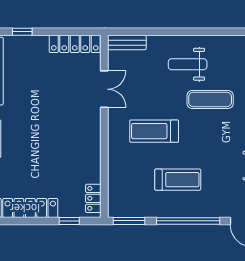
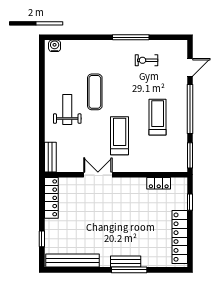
weight bench: (188, 64) -> (67, 110), turned 180
double door: (104, 89) -> (98, 175), moved
treadmill: (154, 131) -> (120, 136), turned 180
locker: (93, 198) -> (159, 183), moved

